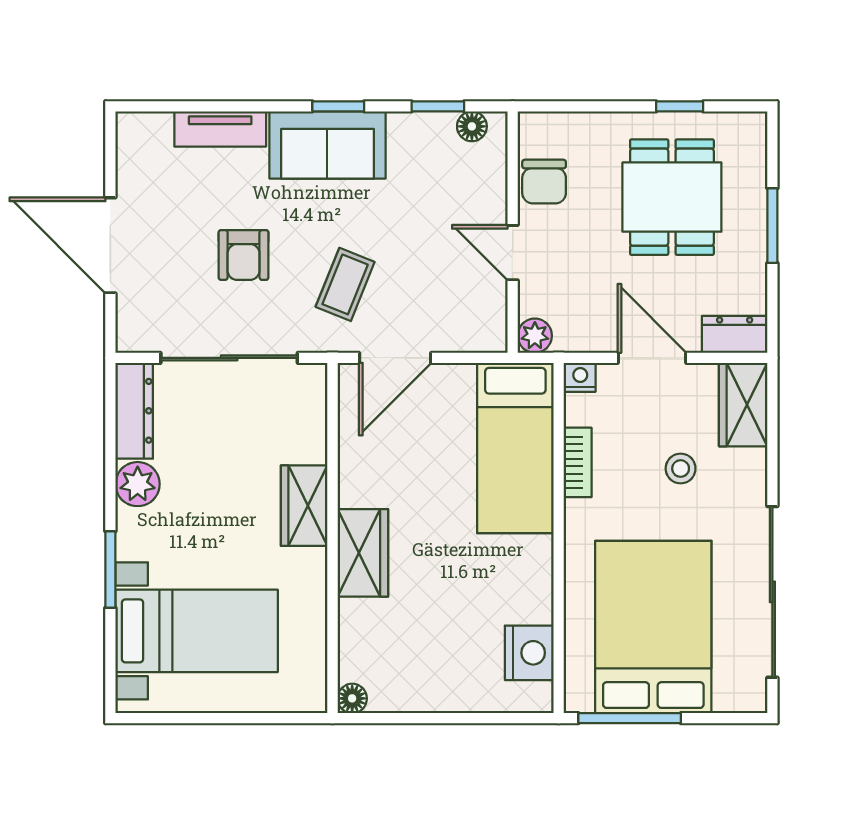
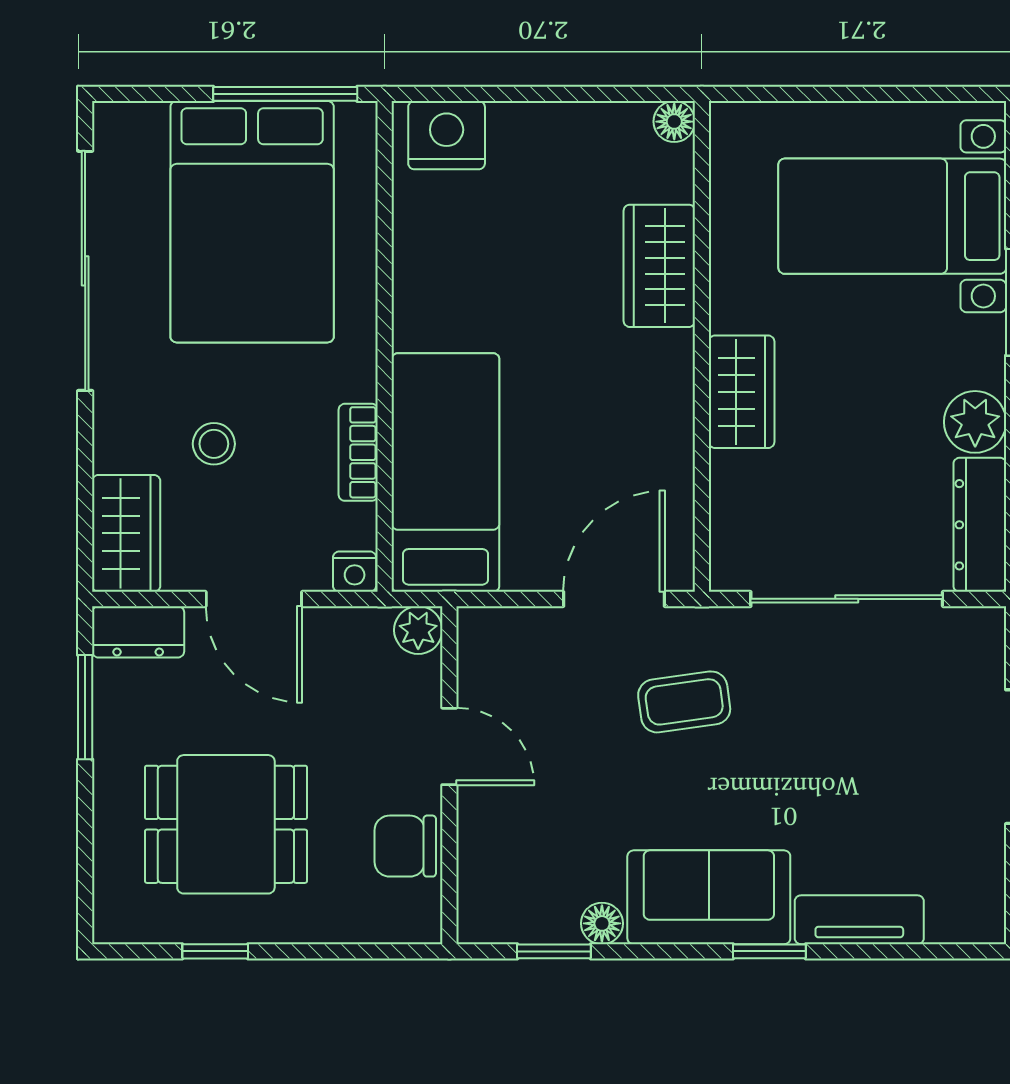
window: (338, 106) -> (769, 951), moved
floor lamp: (472, 126) -> (602, 923), moved
chair: (544, 182) -> (405, 846), turned -90
dining table: (672, 197) -> (226, 824), turned 90
window: (772, 226) -> (85, 707), moved
armchair: (244, 255) -> (827, 743), removed
coffee table: (345, 284) -> (684, 702), turned 60
wardrobe: (363, 553) -> (659, 266), moved
nightstand: (529, 653) -> (447, 135), moved, turned 90

